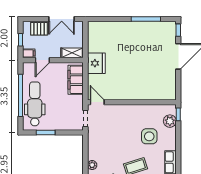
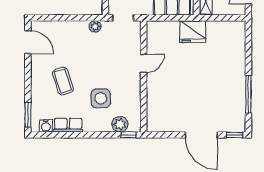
door: (97, 102) -> (144, 63), moved
plant: (92, 165) -> (95, 26), moved

